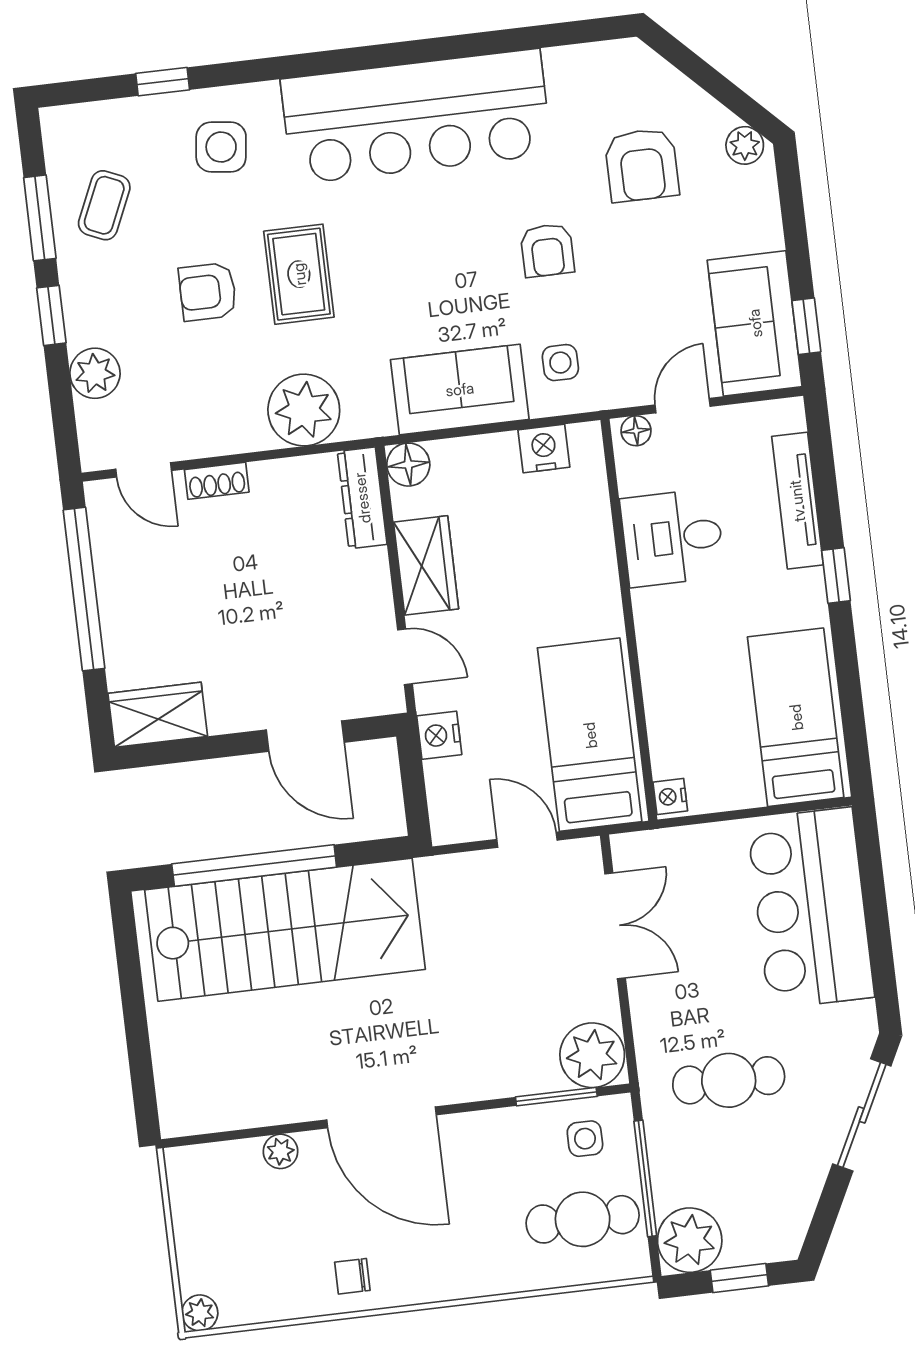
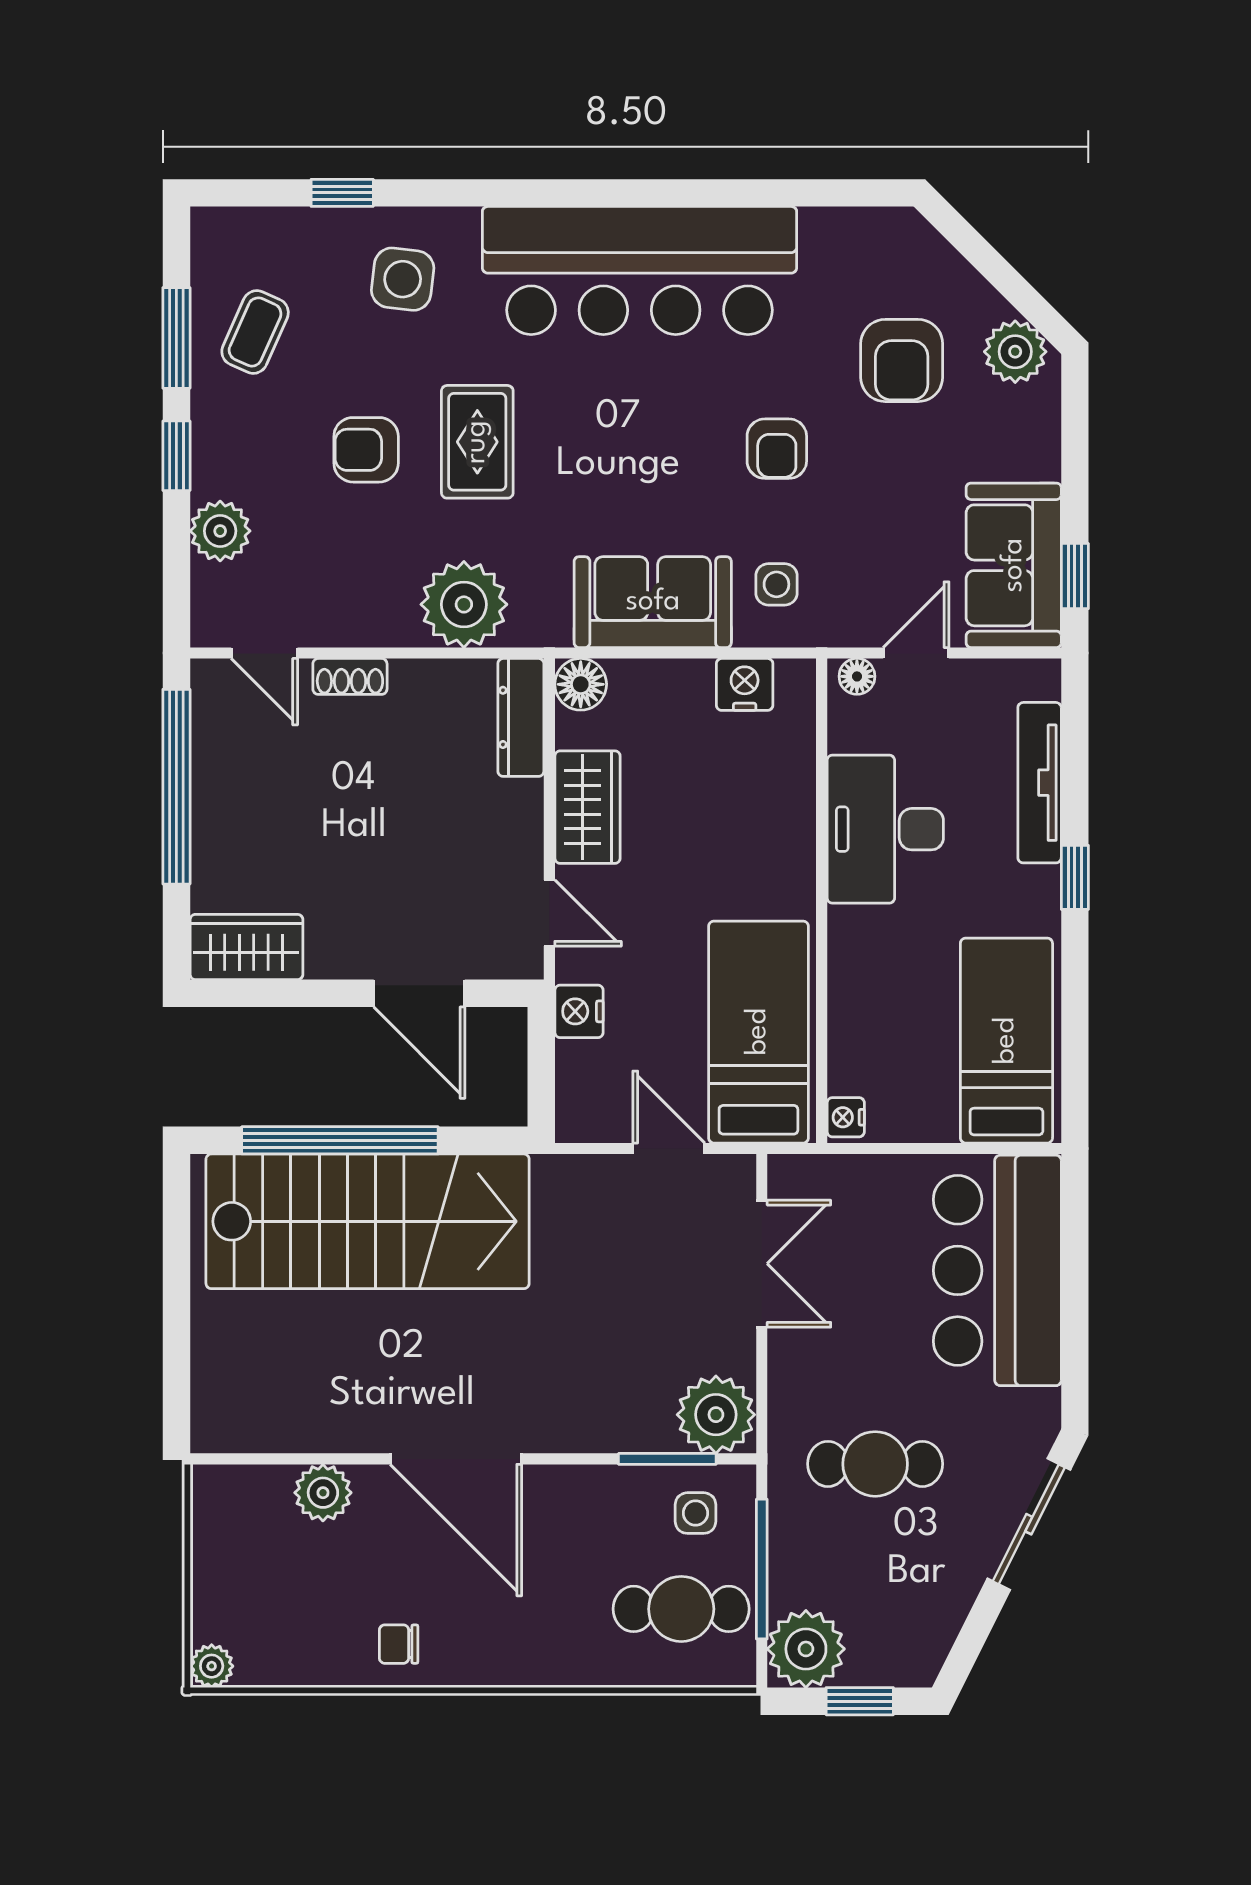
plant: (745, 145) -> (1015, 352), width x1.38, depth x1.38
desk: (673, 538) -> (885, 829), width x1.37
plant: (280, 1151) -> (323, 1493), width x1.38, depth x1.38

